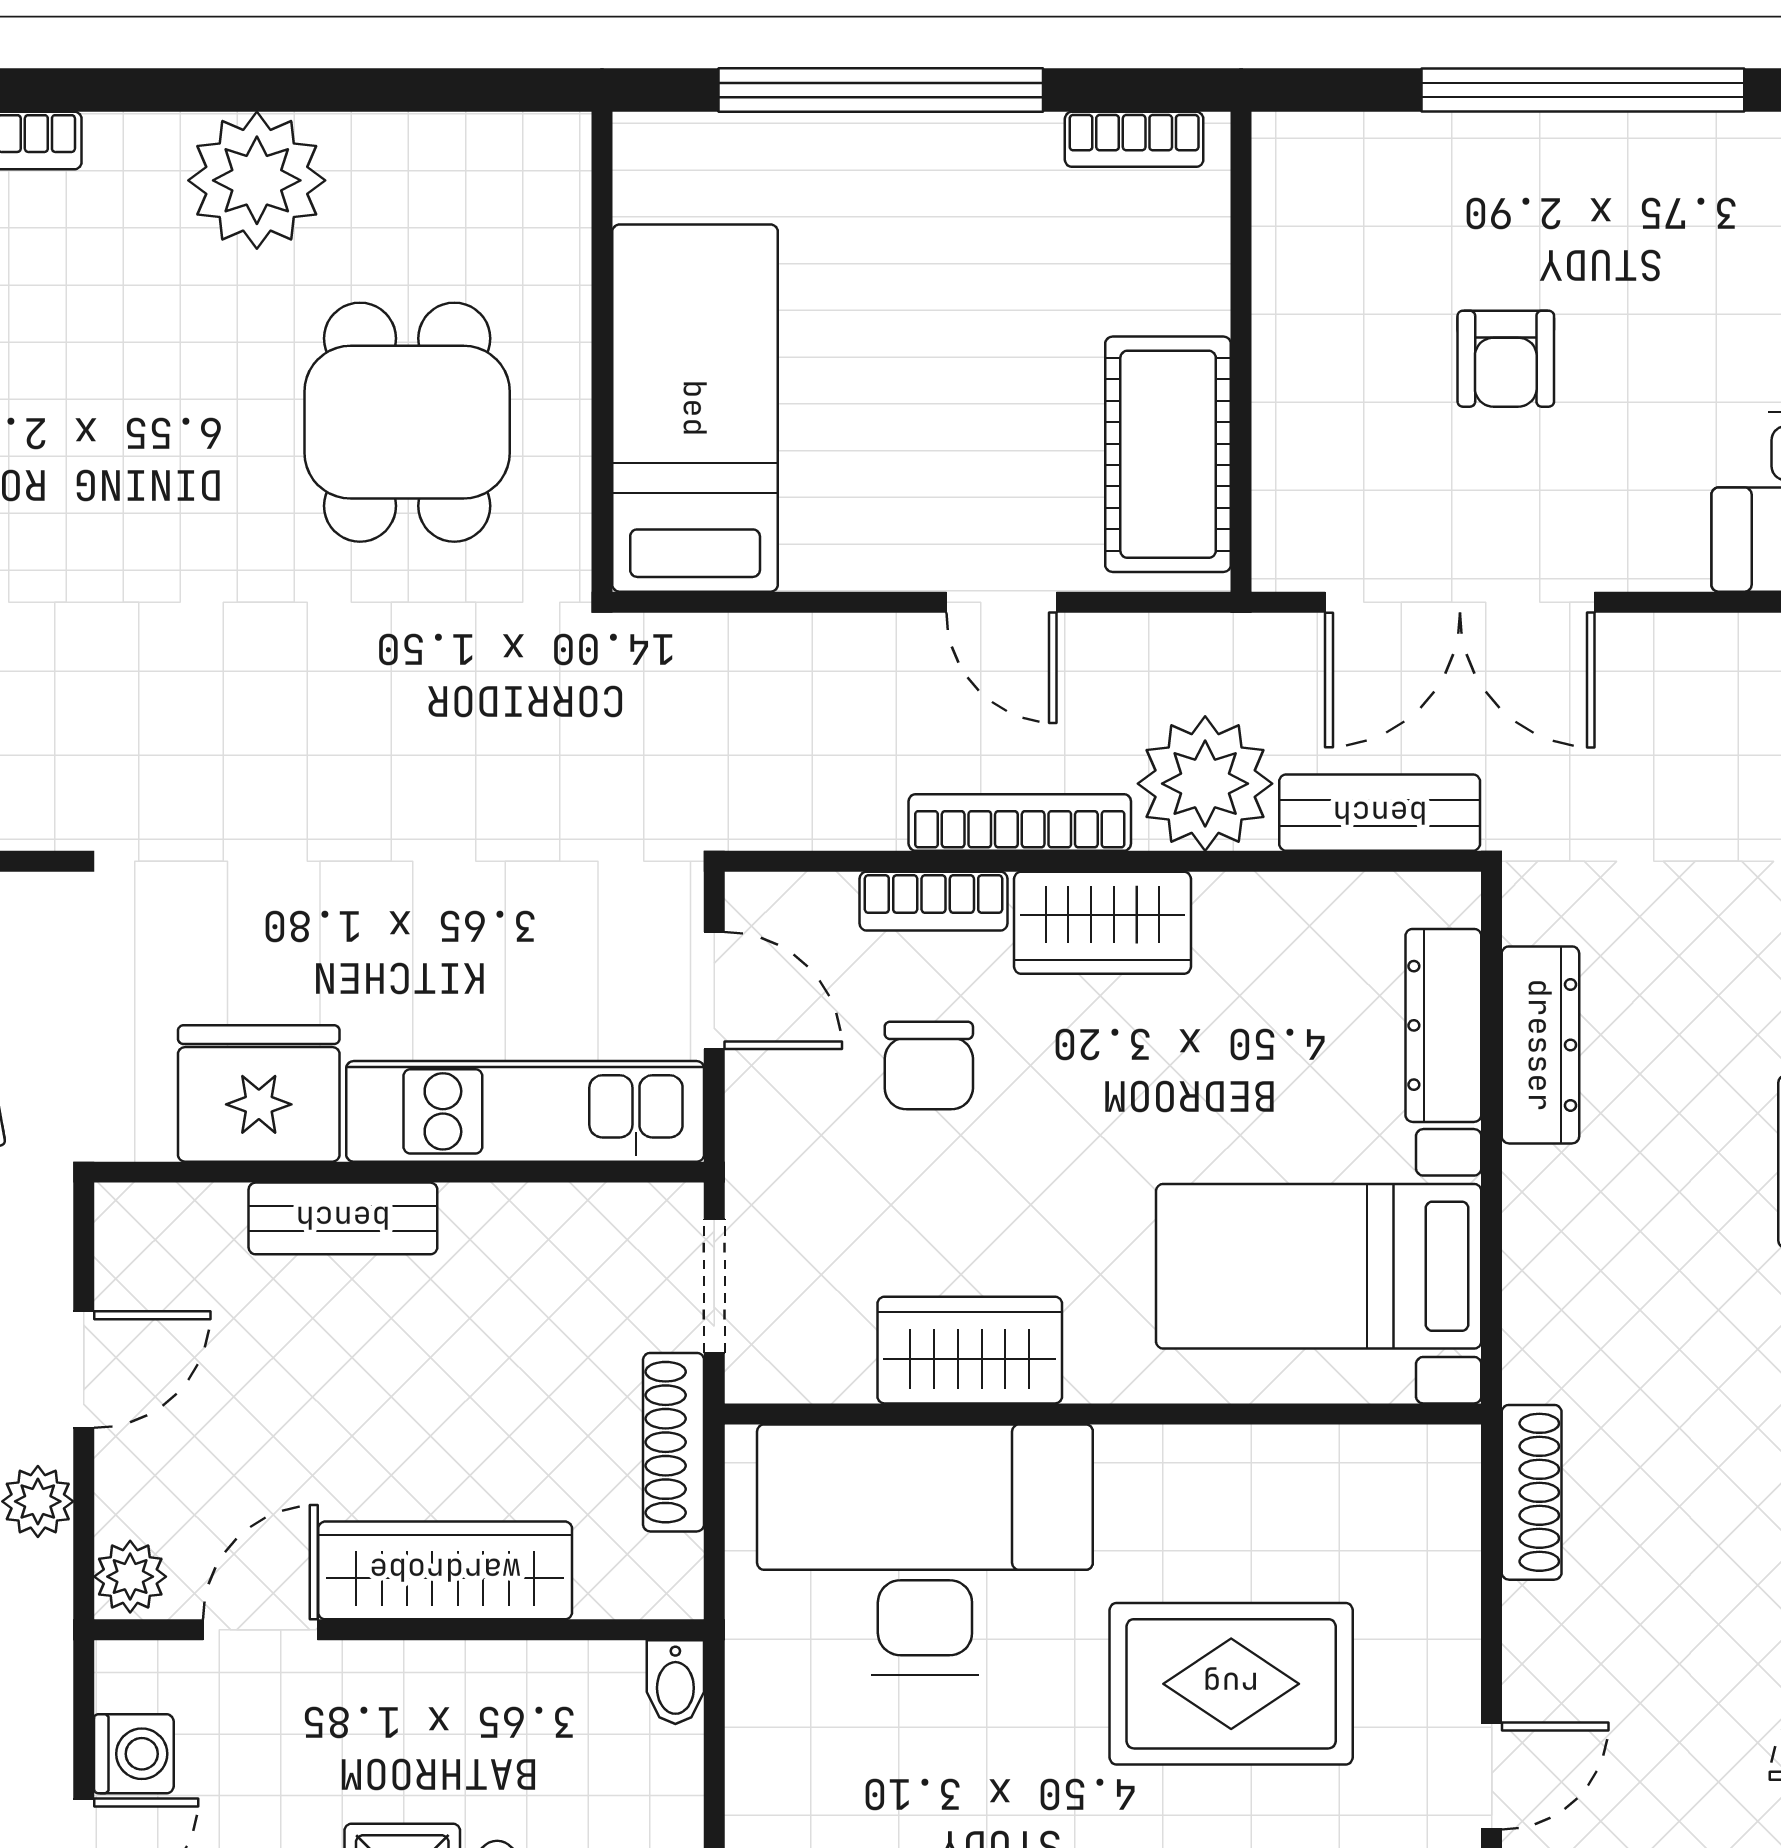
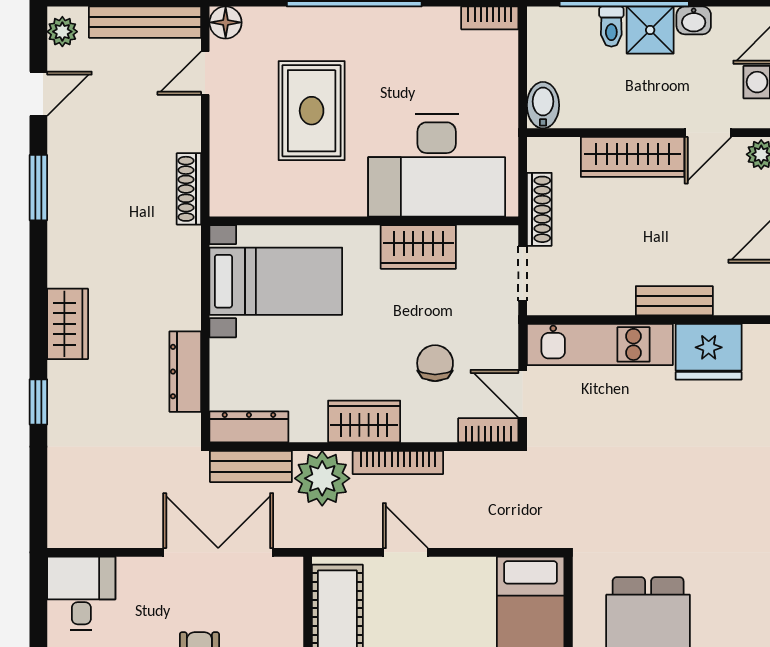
bookcase: (934, 901) -> (488, 430), moved
dresser: (1443, 1025) -> (249, 427), moved, turned -90
bidet: (675, 1682) -> (543, 105), width x1.38, depth x1.36
rug: (1231, 1684) -> (312, 111), turned 90

